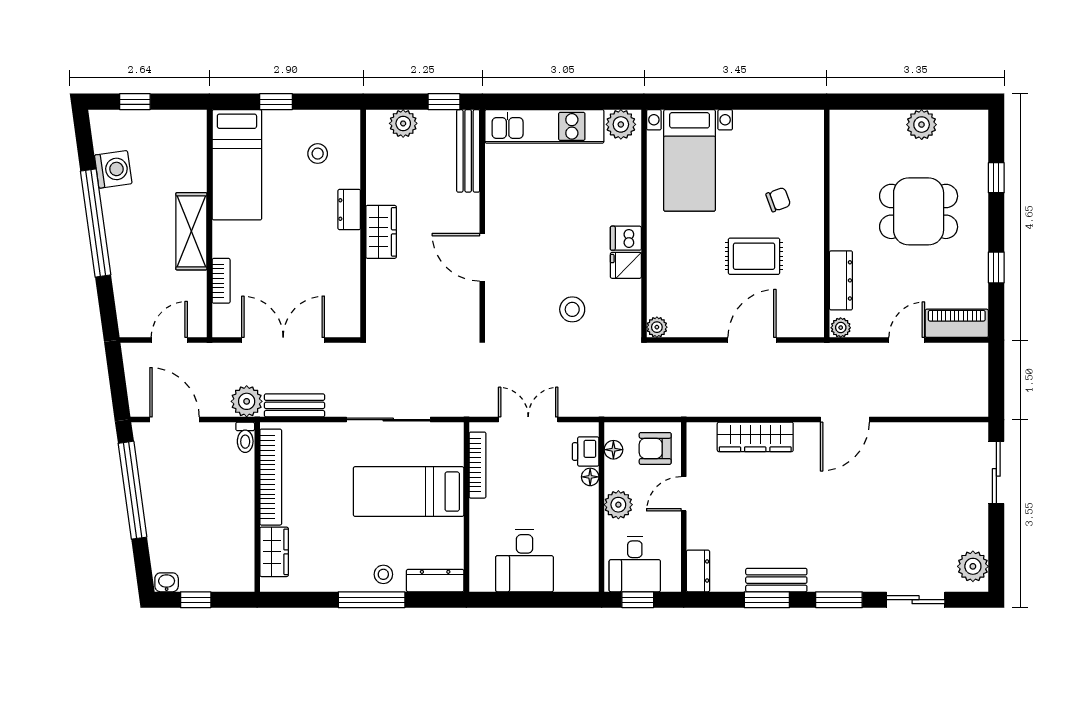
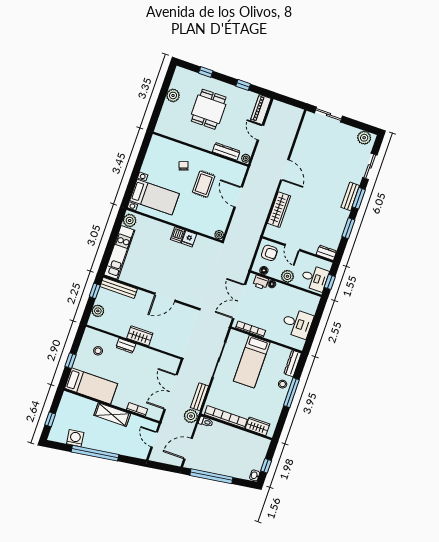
stool: (572, 309) -> (200, 267), removed
double door: (528, 420) -> (239, 302), width x1.37
armchair: (655, 448) -> (269, 253), turned -90
bench: (776, 580) -> (350, 196), moved

